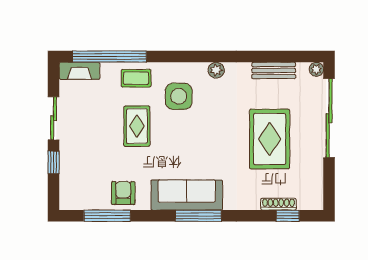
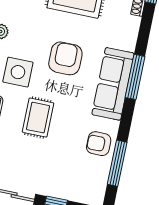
rug: (137, 126) -> (38, 118), turned 90
armchair: (203, 141) -> (65, 58), added

